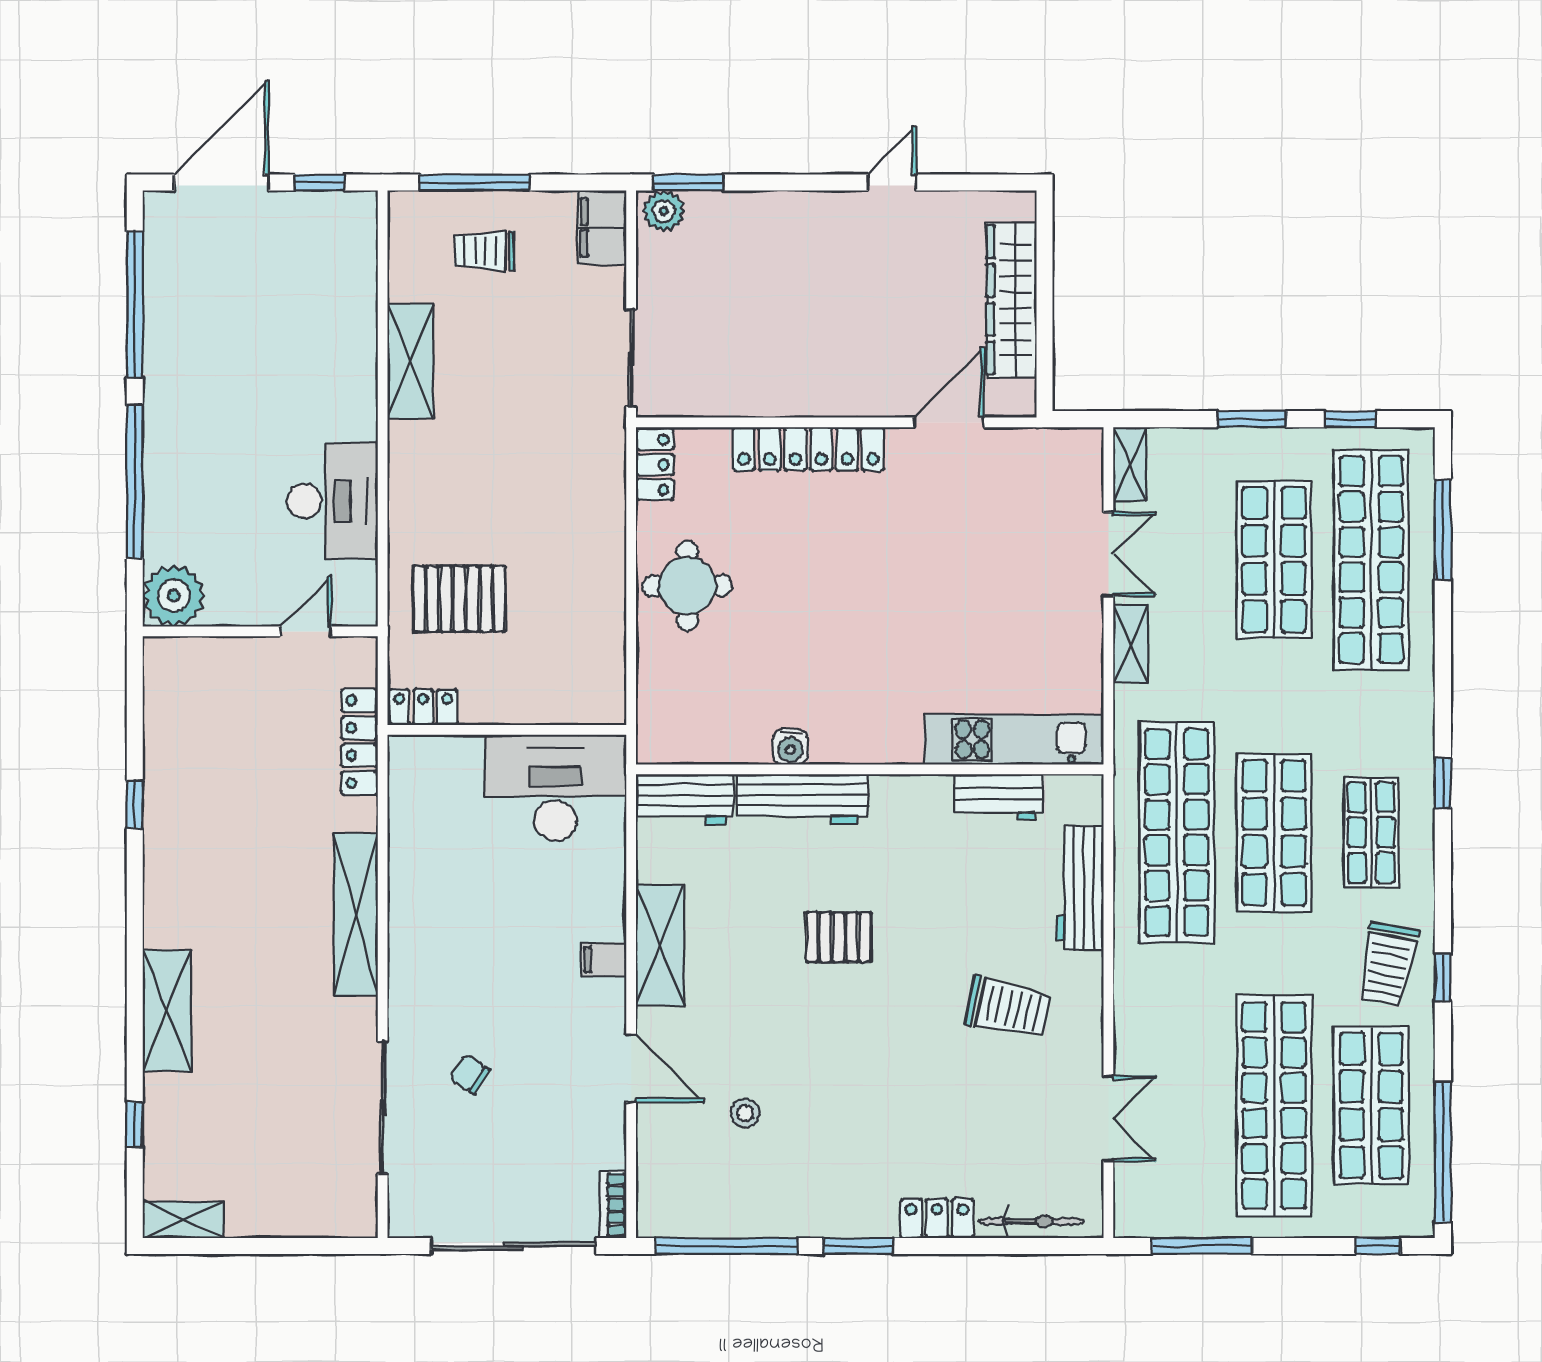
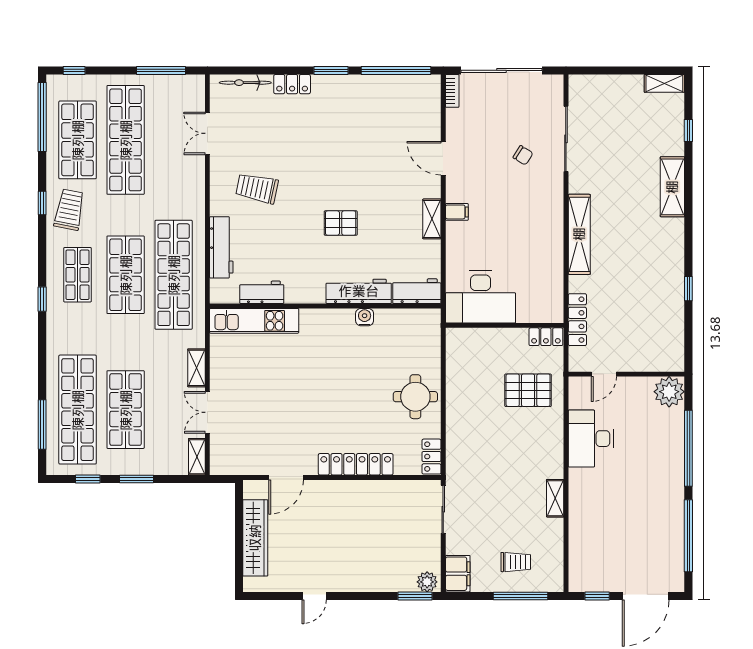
shelving: (410, 361) -> (555, 498), width x0.67, depth x0.75
shelving: (660, 946) -> (432, 219), width x0.67, depth x0.75
stool: (745, 1113) -> (387, 136), removed

